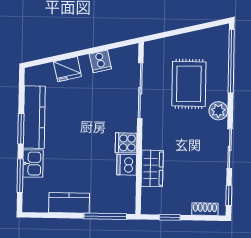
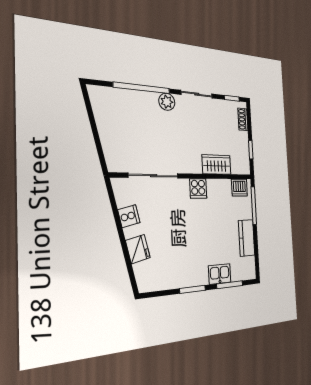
window: (231, 61) -> (142, 88), moved
rug: (189, 84) -> (145, 128), removed
kitchen counter: (34, 117) -> (182, 278), removed
dishwasher: (127, 165) -> (239, 188), moved

